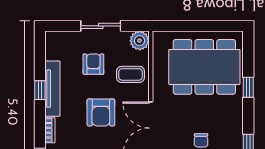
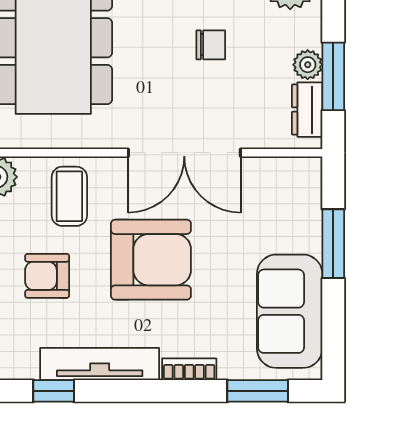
window: (40, 90) -> (54, 391), moved
armchair: (101, 112) -> (151, 260), width x1.36, depth x1.36

